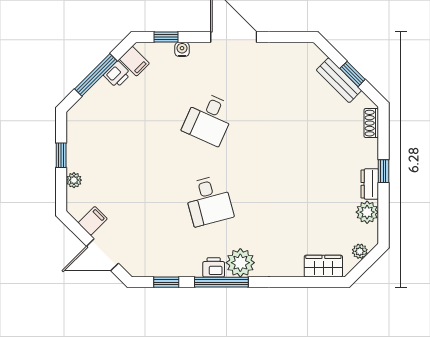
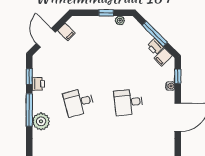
desk: (209, 119) -> (128, 102), turned -30
plant: (74, 180) -> (120, 21), moved
printer: (214, 267) -> (38, 84), moved

